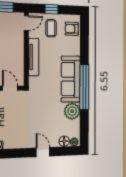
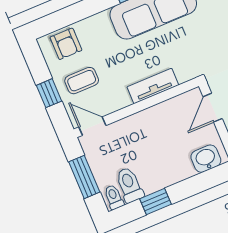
tv unit: (34, 57) -> (153, 86), width x0.71

